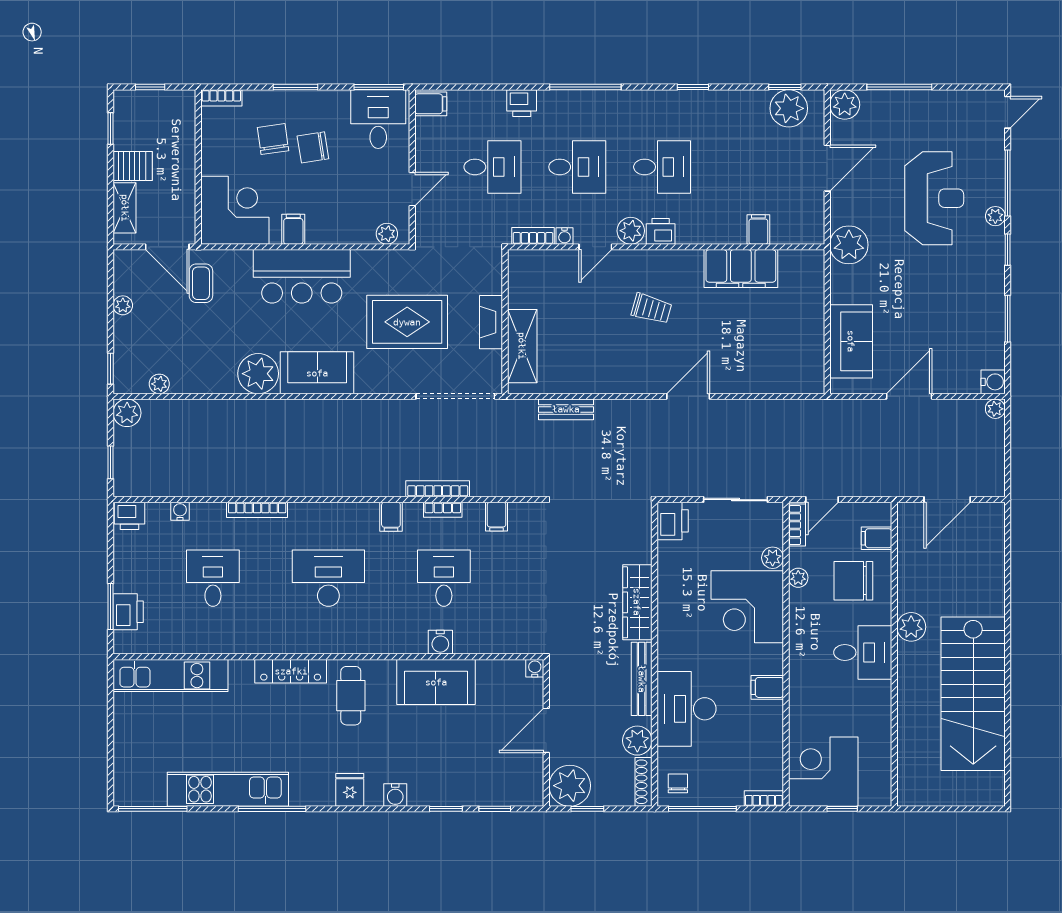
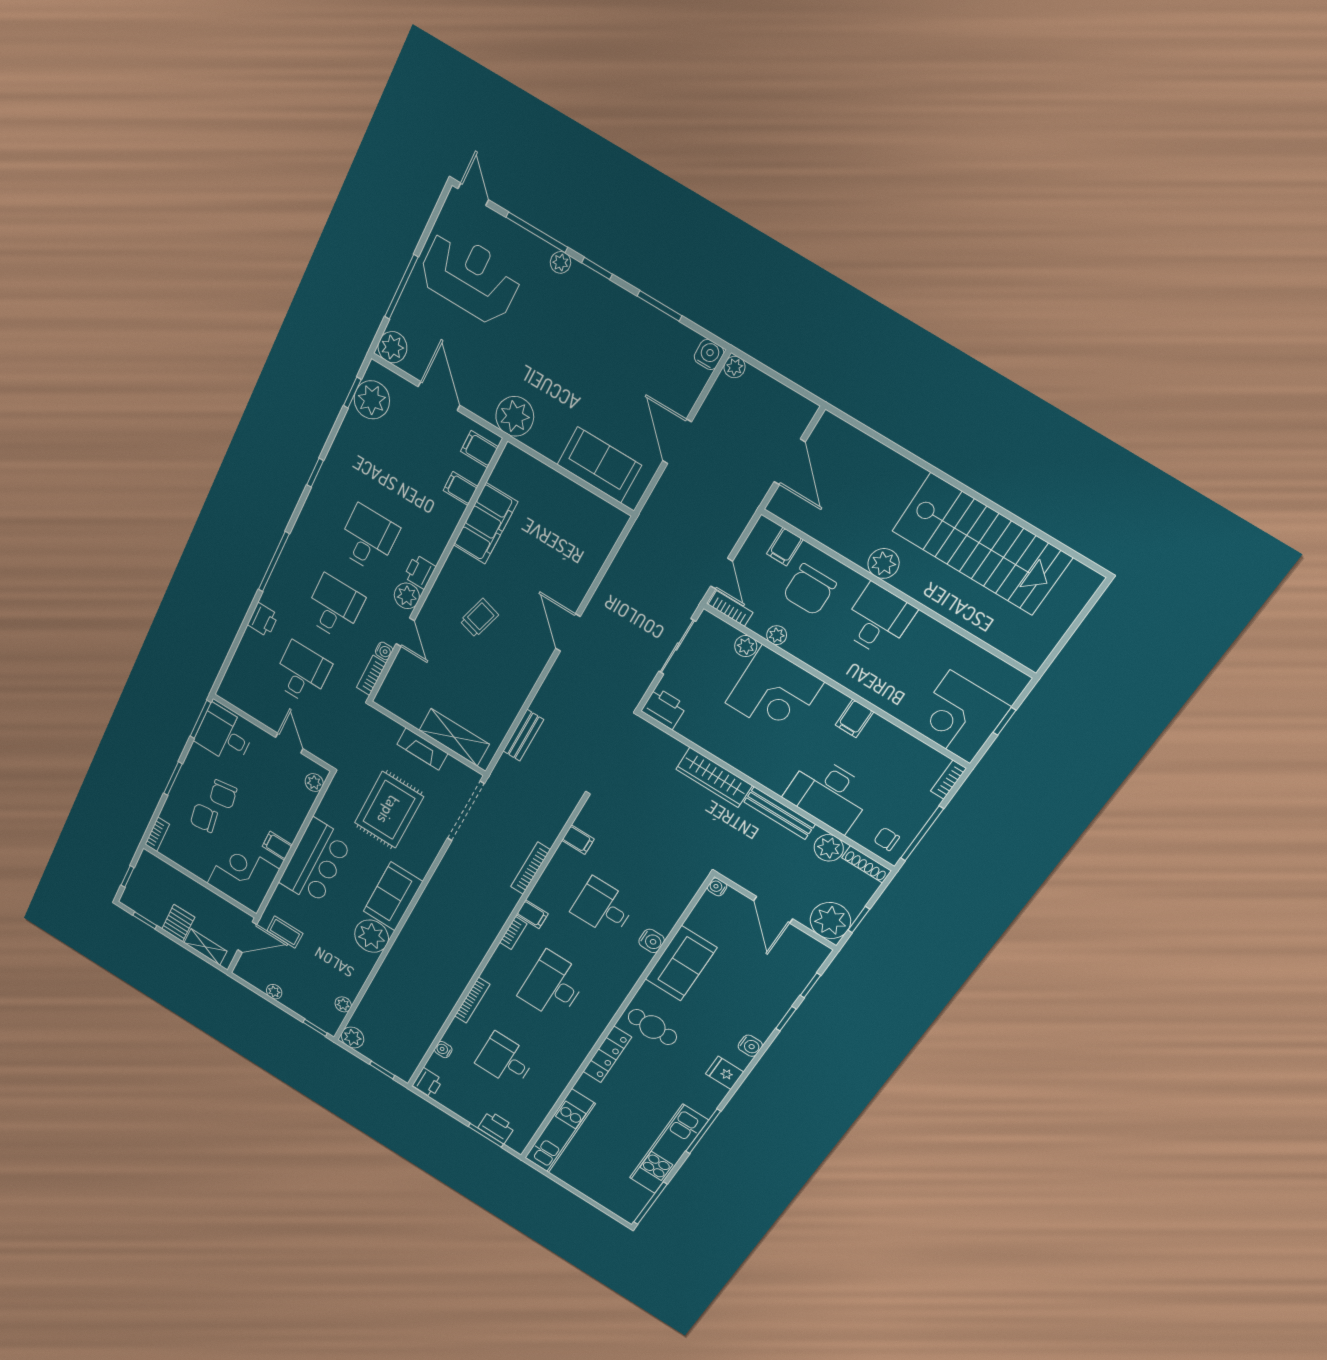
filing cabinet: (431, 104) -> (479, 449), moved, turned -90
reception desk: (934, 198) -> (470, 277), moved
bookcase: (443, 510) -> (513, 933), moved

